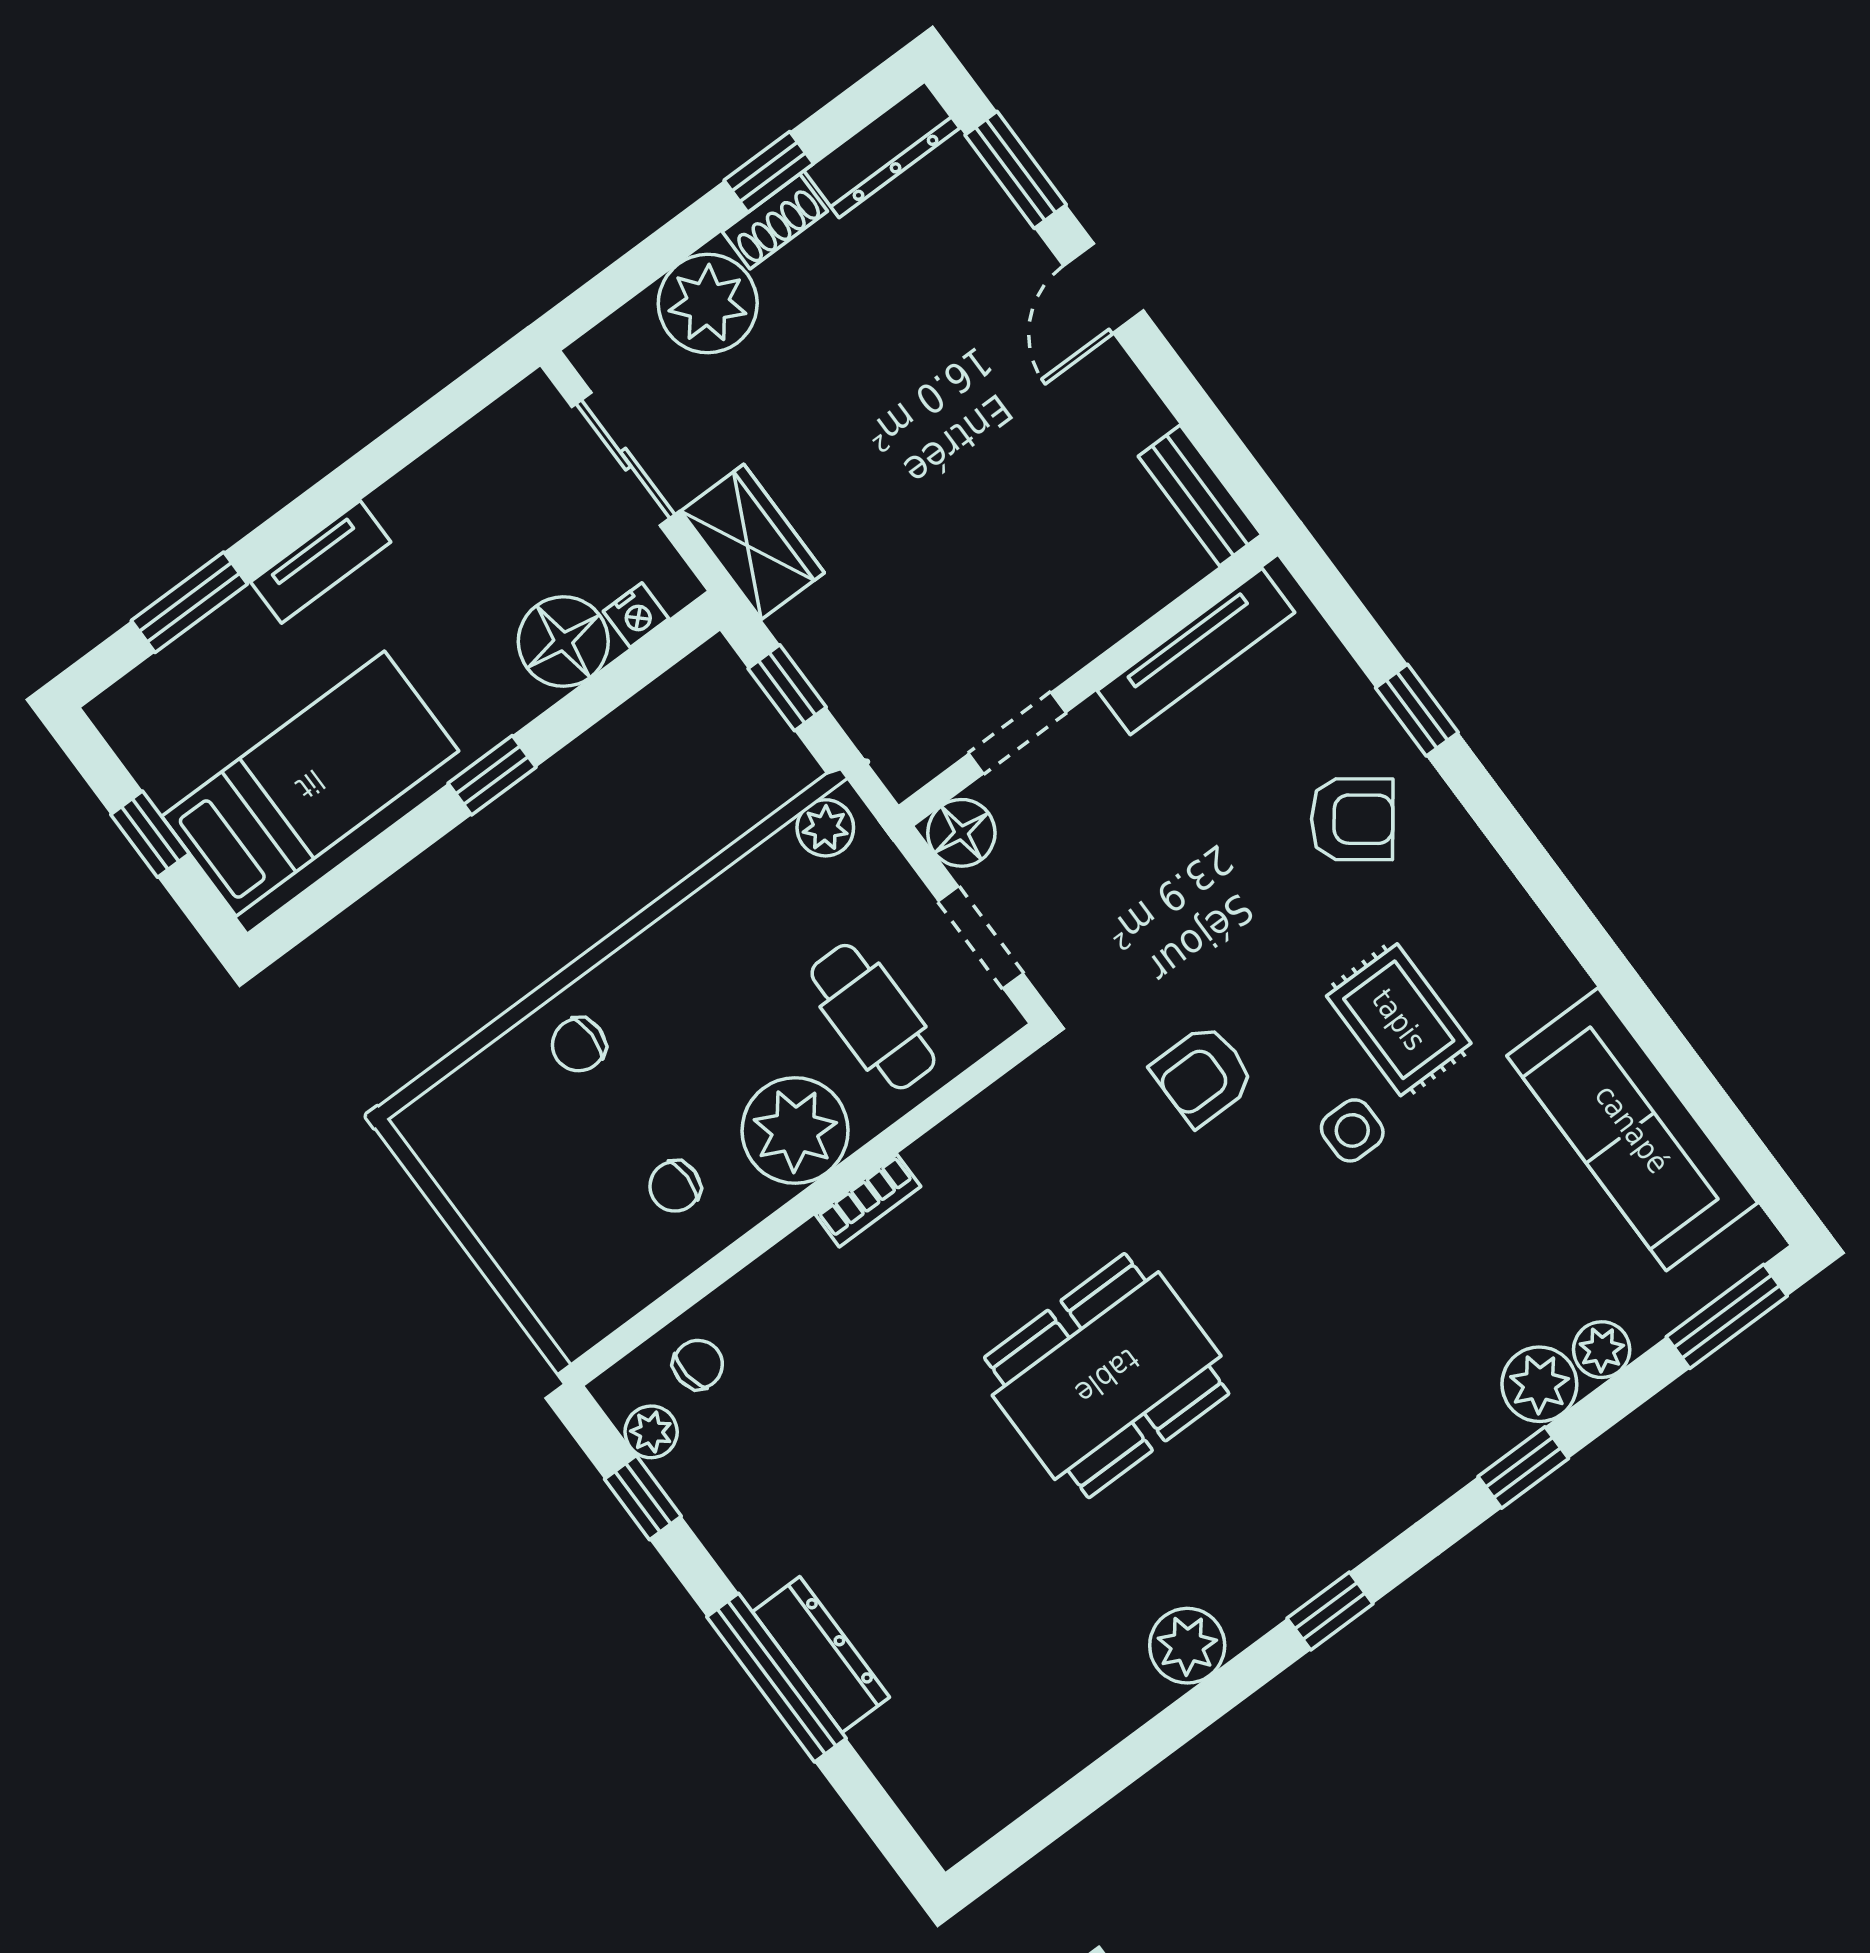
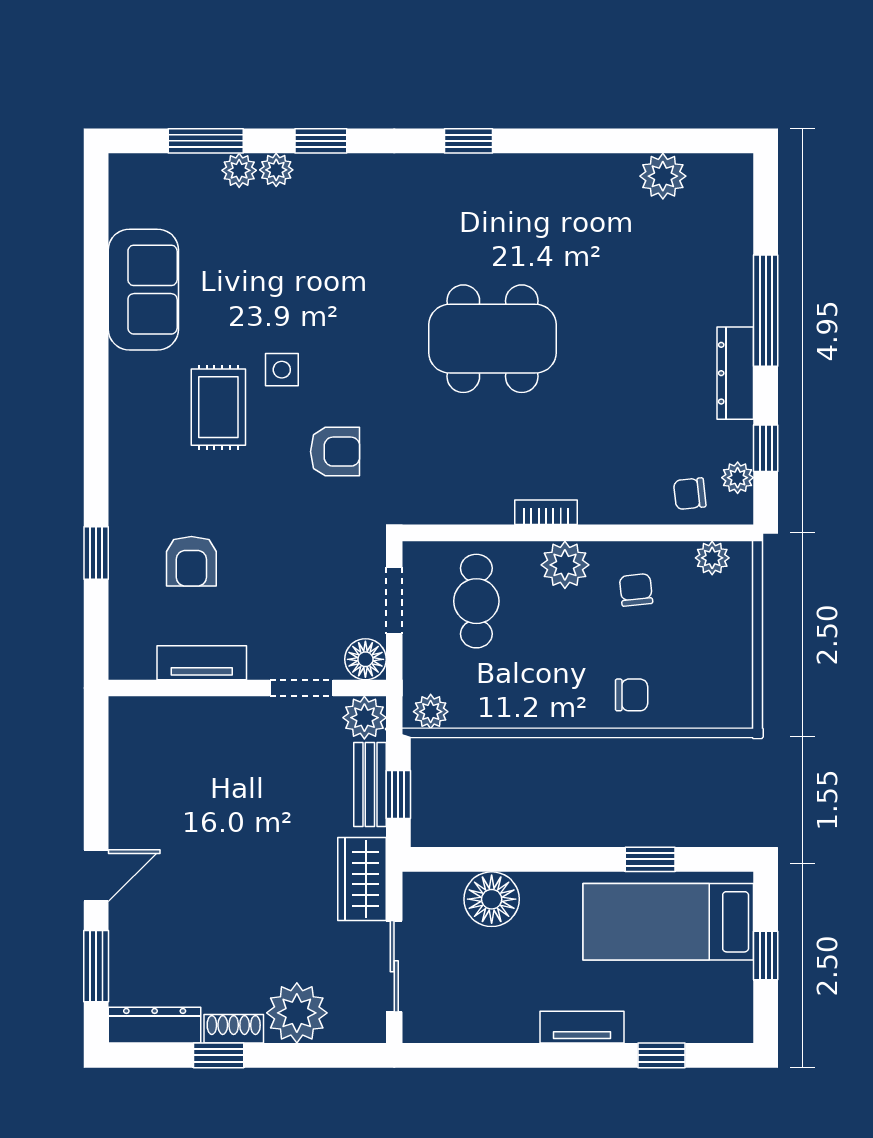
bench: (1200, 495) -> (370, 785), moved
window: (189, 602) -> (661, 1055), width x0.67
nightstand: (636, 615) -> (446, 886), removed
tv unit: (1196, 651) -> (202, 663), width x0.71
plant: (906, 755) -> (364, 718), added
window: (492, 775) -> (650, 859), moved
armchair: (1352, 819) -> (191, 561), moved, turned -127
sofa: (1632, 1129) -> (143, 290), width x0.73
plant: (795, 1130) -> (565, 565), width x0.73, depth x0.73
chair: (675, 1186) -> (636, 590), turned -96
plant: (606, 1302) -> (712, 558), added
window: (1727, 1316) -> (206, 141), moved
plant: (1539, 1384) -> (276, 170), width x0.73, depth x0.73
plant: (1187, 1646) -> (663, 176), moved
dresser: (821, 1655) -> (735, 373), moved

